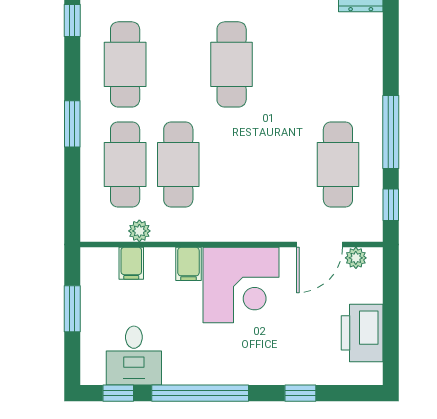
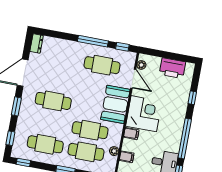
booth: (251, 213) -> (115, 104), added

